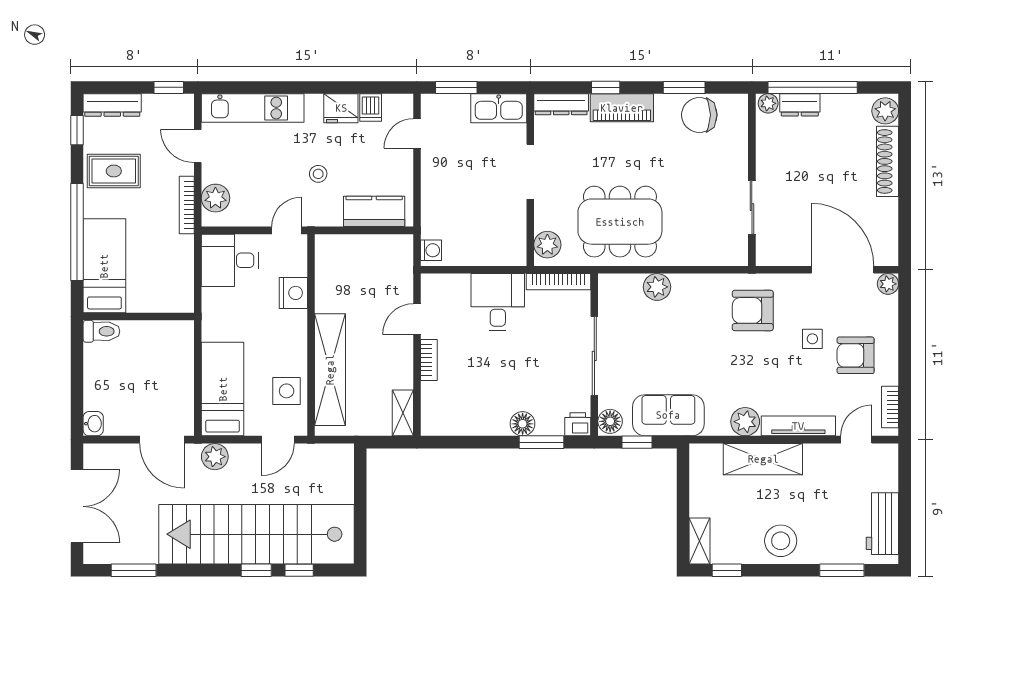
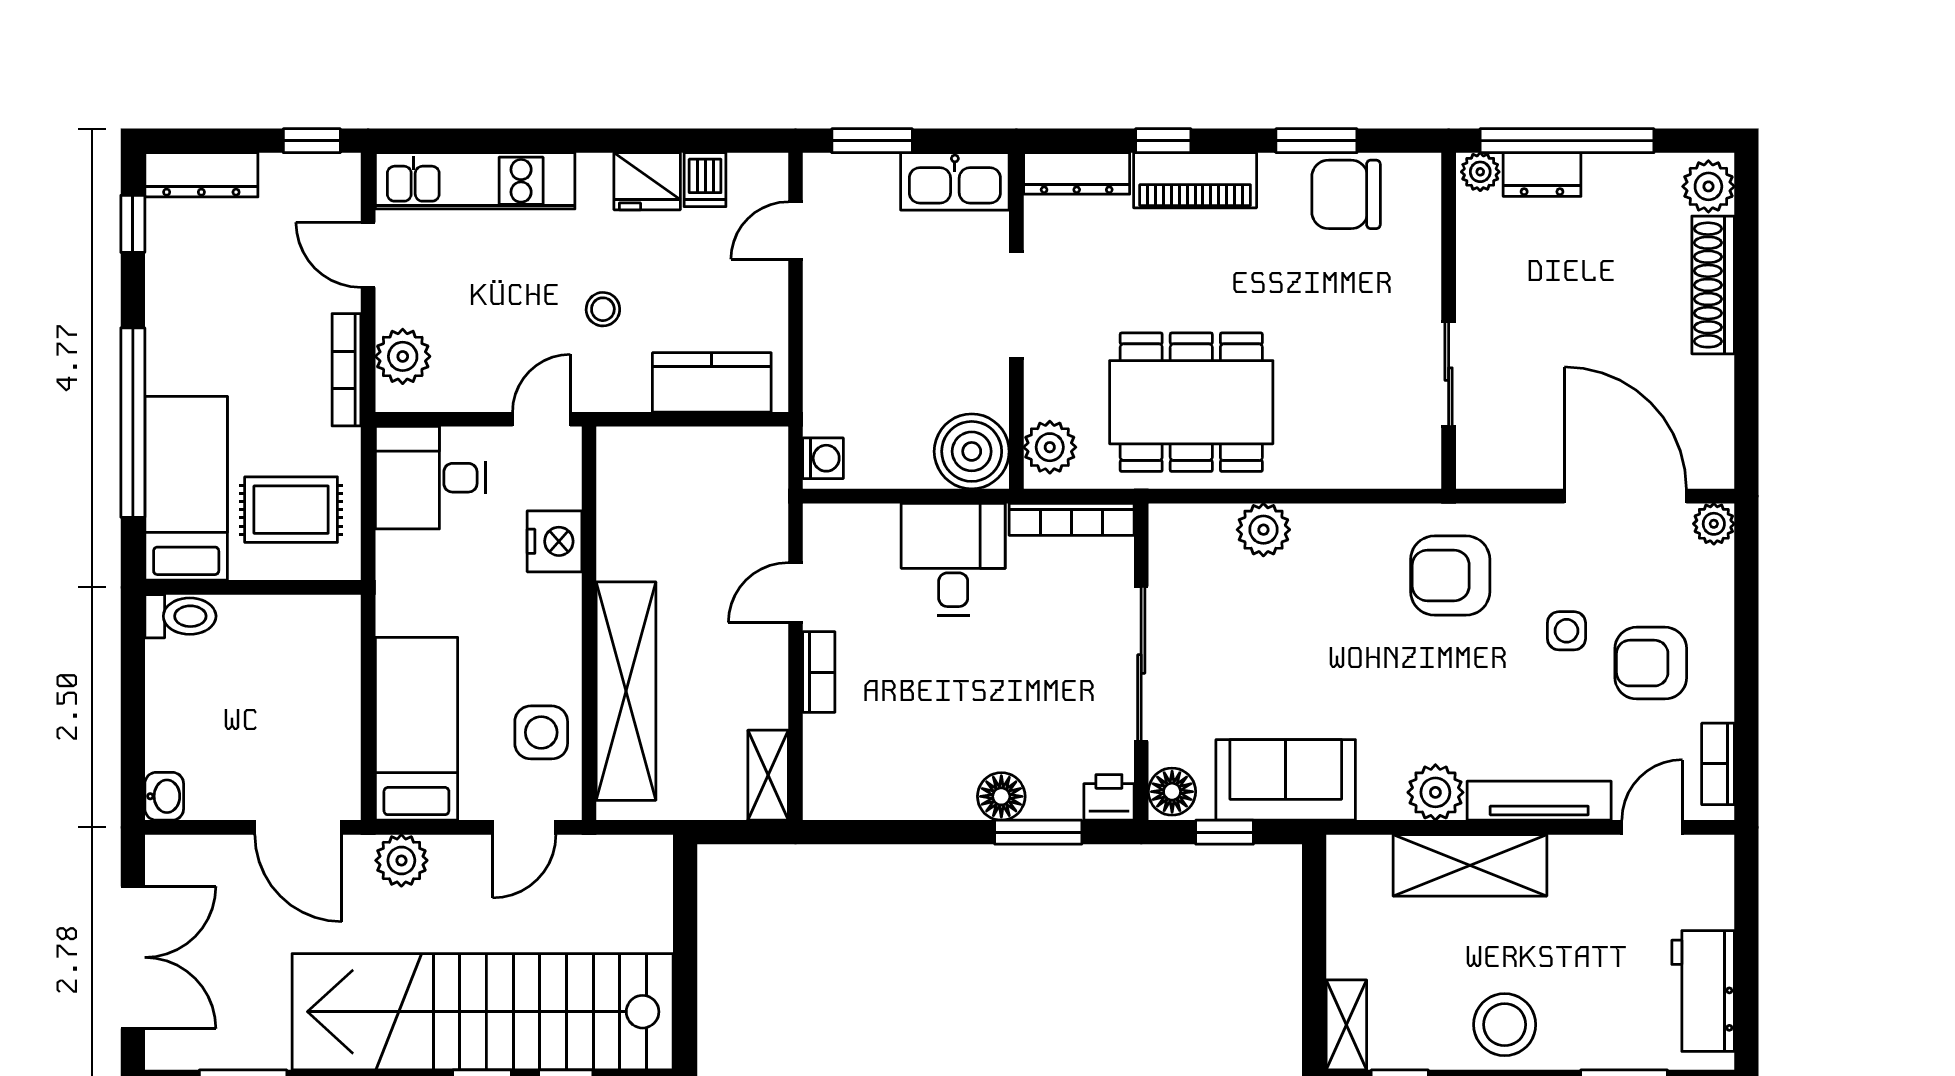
rug: (114, 171) -> (291, 510), moved
boiler: (507, 247) -> (972, 451), added

